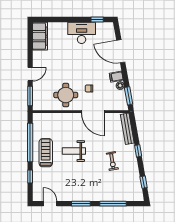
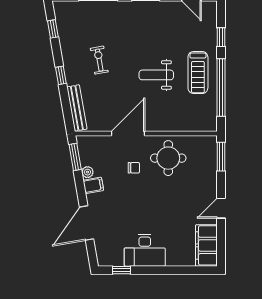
door: (121, 51) -> (87, 223), swing flipped
door: (30, 74) -> (221, 208), moved
door: (93, 112) -> (128, 134), hinge flipped
weight bench: (74, 151) -> (156, 75), turned 180

